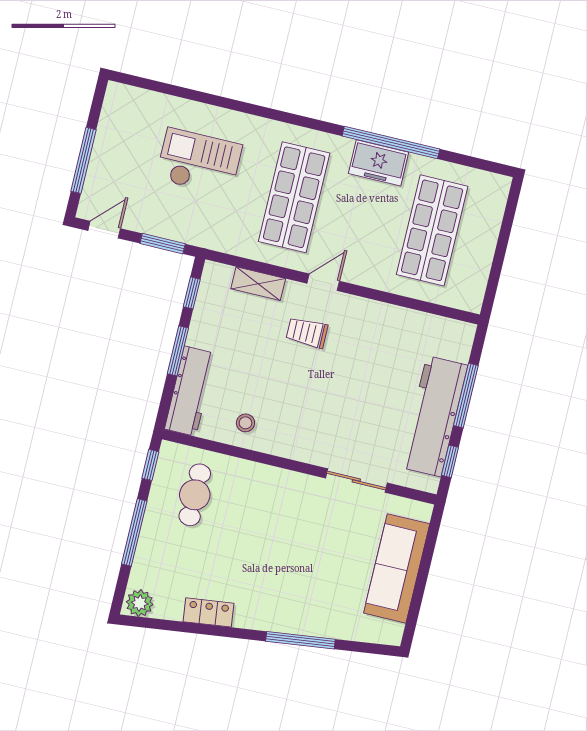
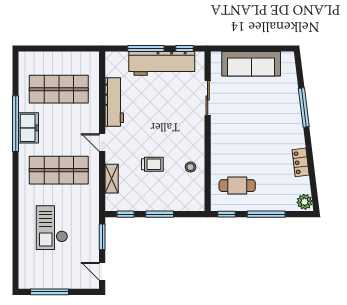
window: (84, 160) -> (49, 292), moved
trolley: (307, 333) -> (152, 164), moved, turned -90
workbench: (190, 391) -> (114, 102), moved, turned 90

